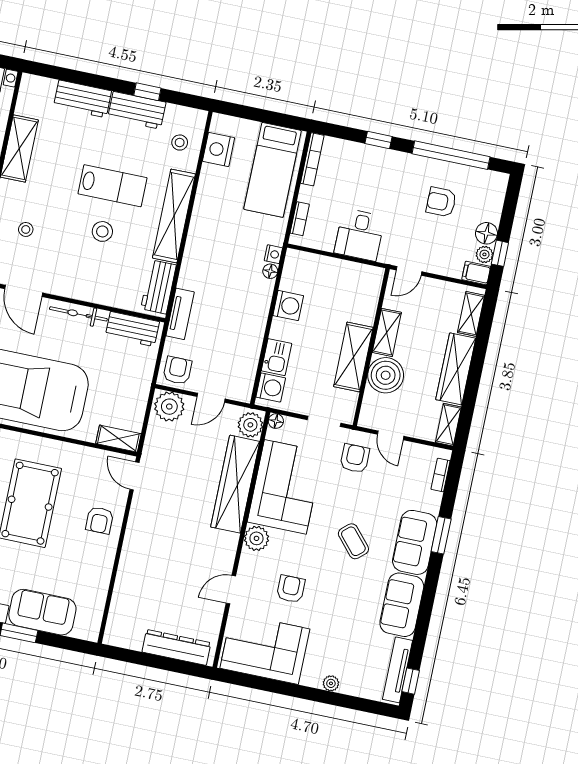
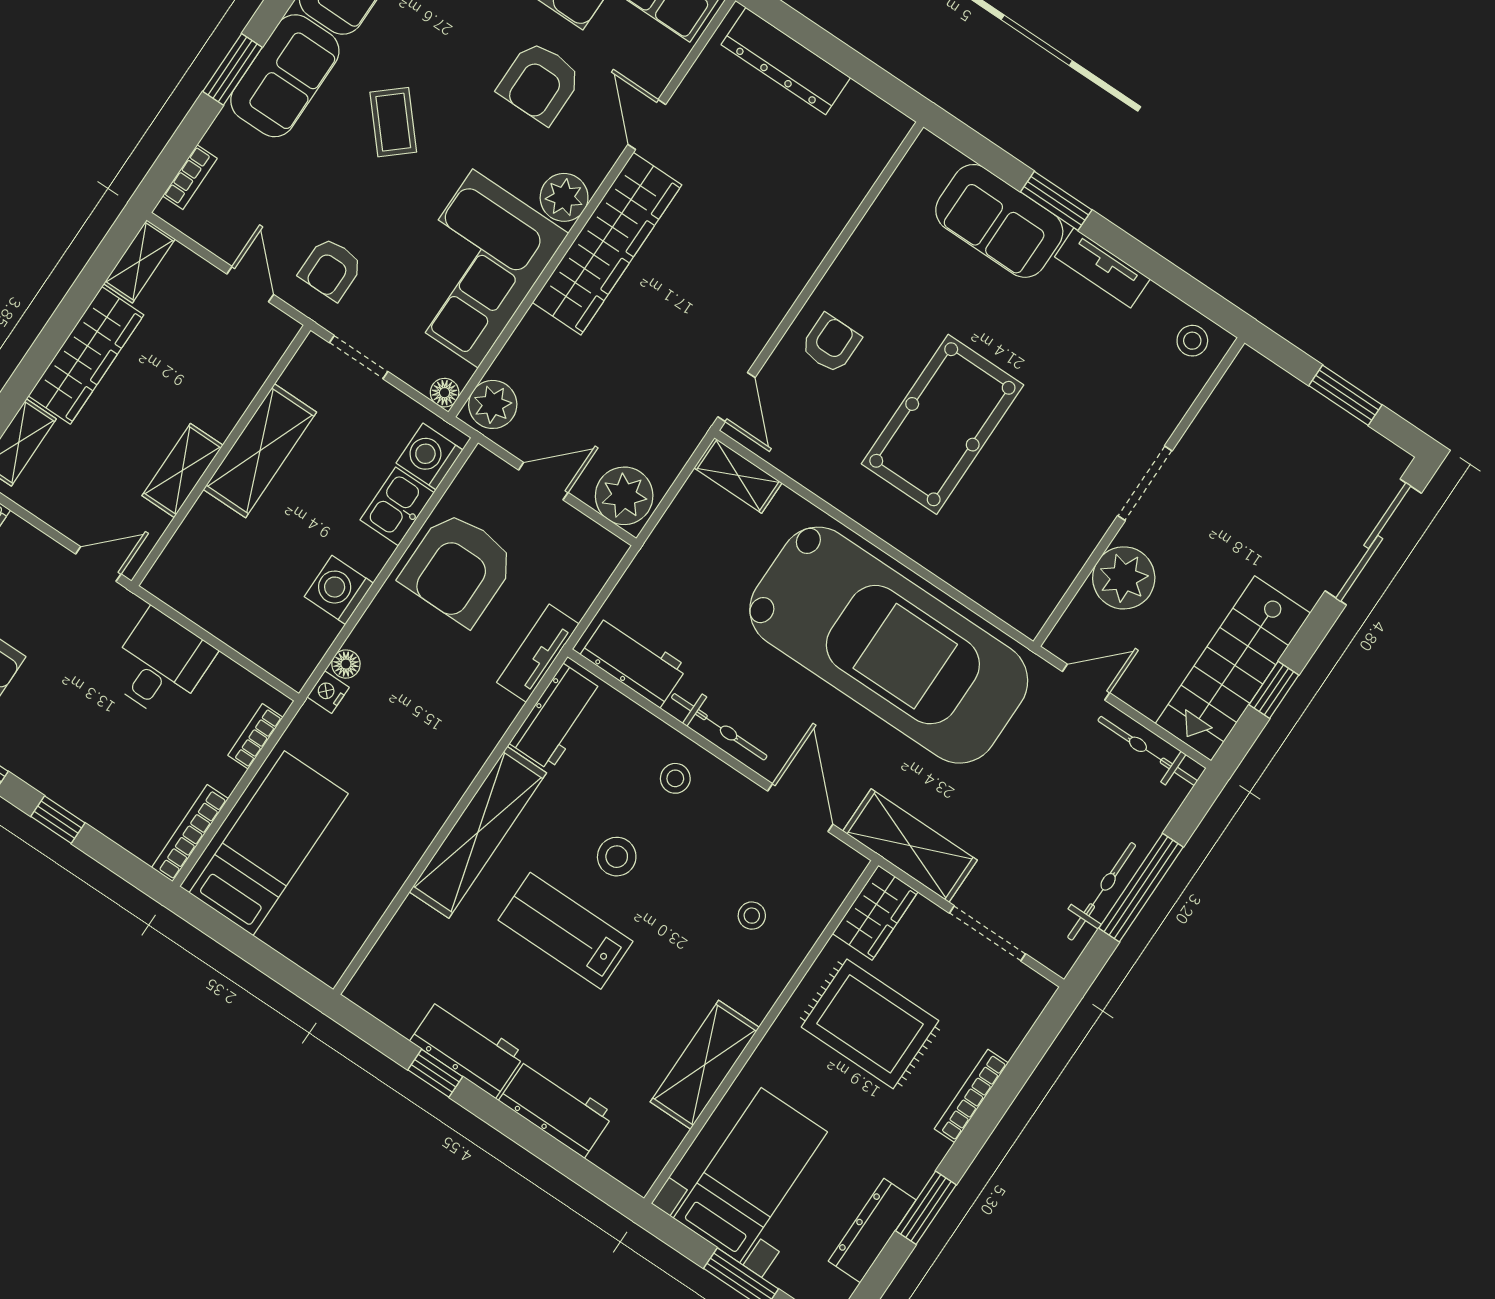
stool: (180, 143) -> (675, 778), moved
nightstand: (219, 149) -> (350, 919), removed
armchair: (177, 370) -> (458, 568), moved, width x1.88, depth x1.88
boiler: (386, 375) -> (216, 395), removed
wardrobe: (235, 484) -> (607, 244), moved
armchair: (291, 589) -> (540, 82), width x1.38, depth x1.38
door: (231, 590) -> (647, 125), swing flipped

